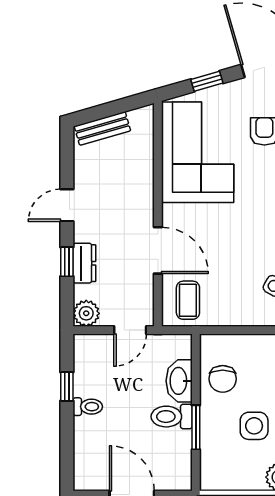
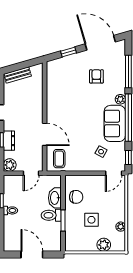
corner sofa: (198, 152) -> (64, 87), removed
chair: (223, 379) -> (76, 197), turned -89

